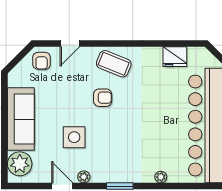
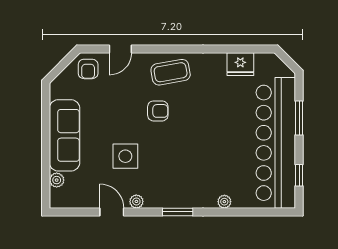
coffee table: (114, 64) -> (171, 72), turned -32
plant: (20, 164) -> (57, 180), width x0.53, depth x0.53

